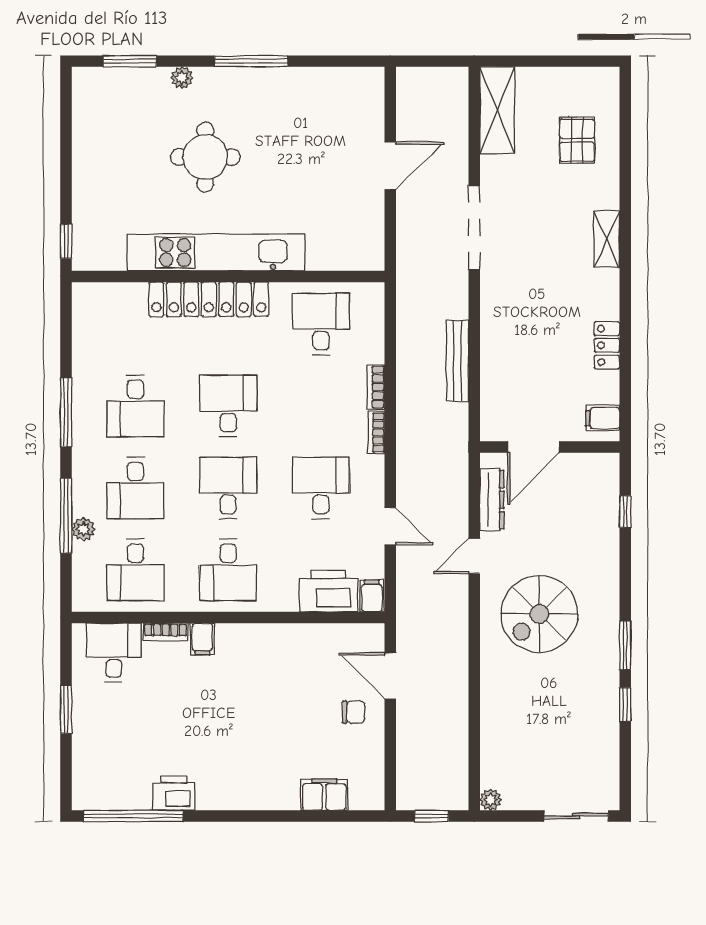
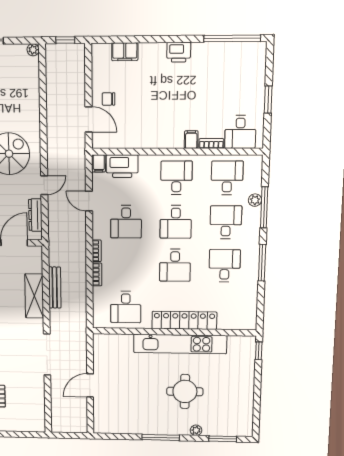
shelving: (497, 110) -> (34, 296), moved
printer: (174, 793) -> (179, 52), moved

